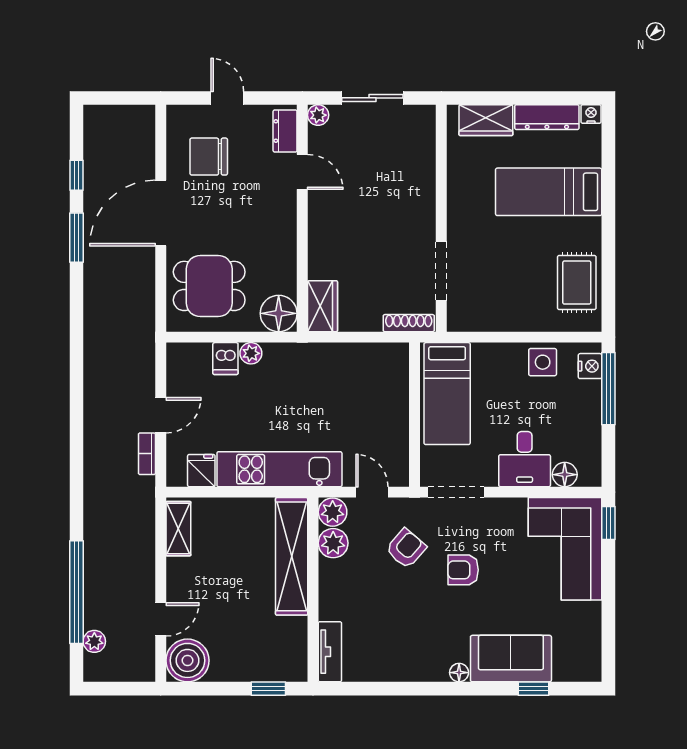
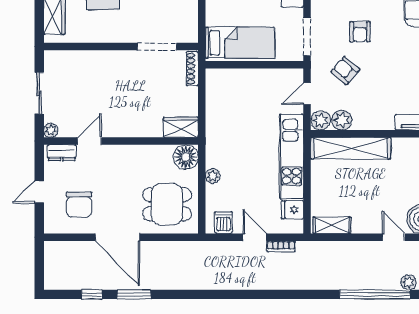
dining table: (209, 286) -> (167, 204), turned 90
dishwasher: (225, 359) -> (224, 223), moved, turned -90

